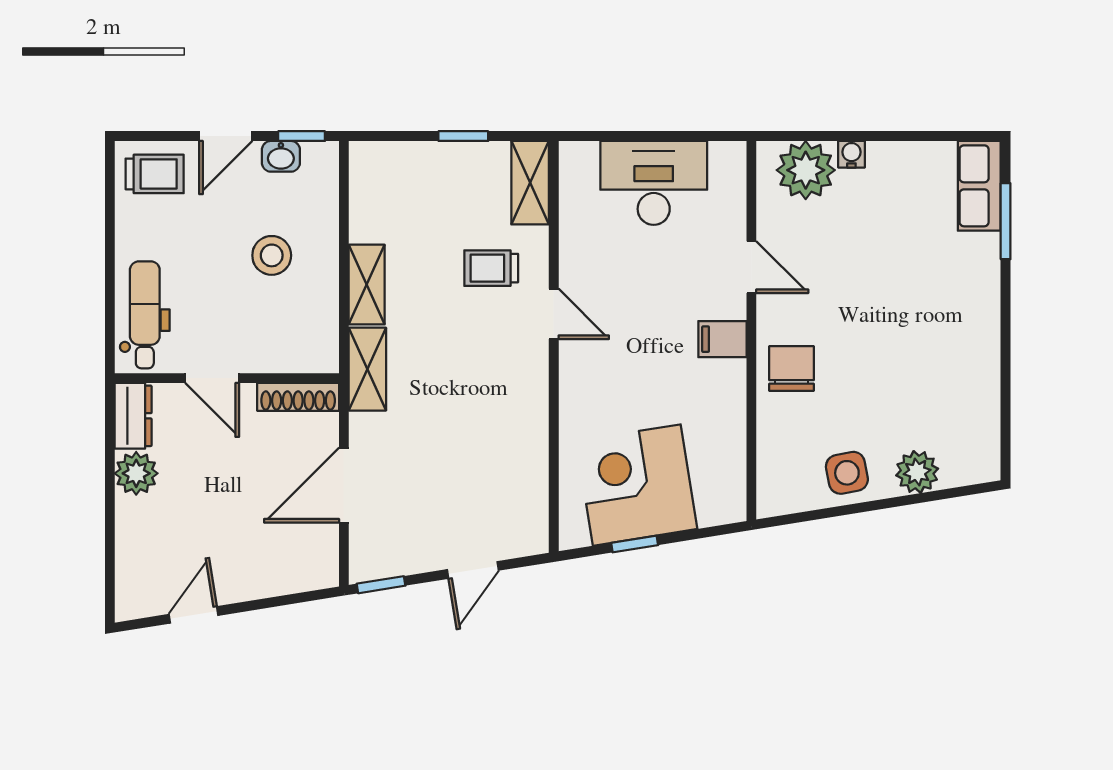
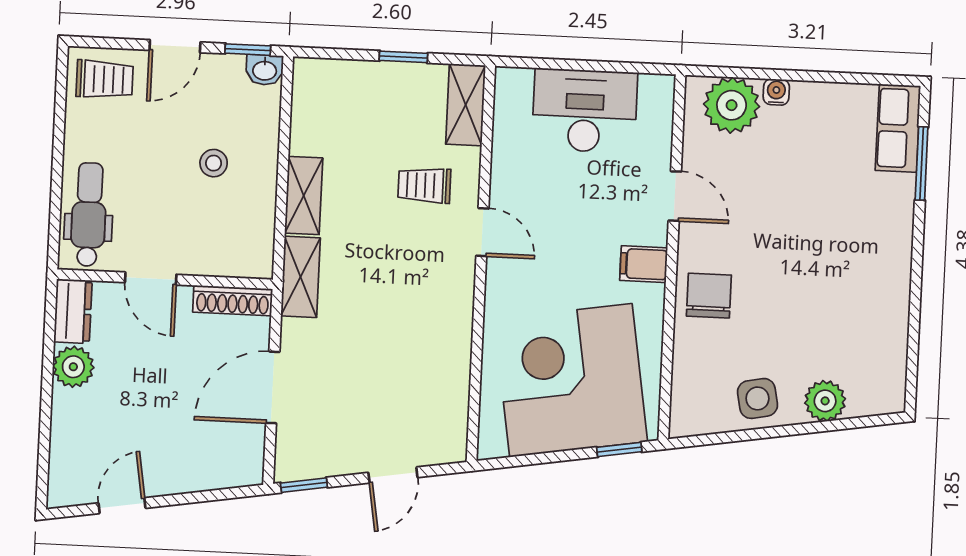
washbasin: (281, 156) -> (265, 70), moved
stool: (272, 255) -> (214, 163), width x0.73, depth x0.73
corner desk: (637, 485) -> (571, 380), width x1.36, depth x1.36
window: (635, 544) -> (619, 450), moved

